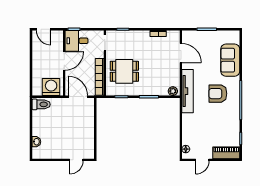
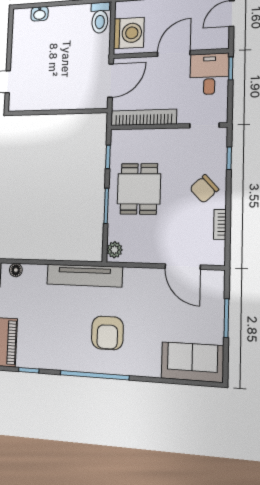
chair: (139, 42) -> (204, 189), added
door: (181, 53) -> (183, 267), hinge flipped
sofa: (230, 60) -> (192, 362), moved
door: (64, 61) -> (174, 53), swing flipped
dining table: (124, 71) -> (139, 189), moved
tv unit: (187, 91) -> (84, 276), moved
armchair: (218, 94) -> (107, 333), turned 180

